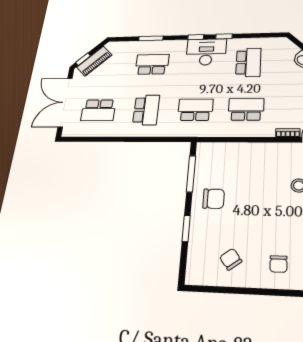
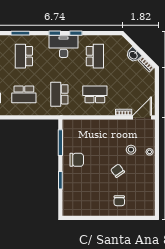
school desk: (152, 64) -> (24, 56), turned -90
school desk: (146, 110) -> (24, 94), turned 90
school desk: (195, 110) -> (59, 94), turned -90
chair: (231, 259) -> (118, 171), moved

